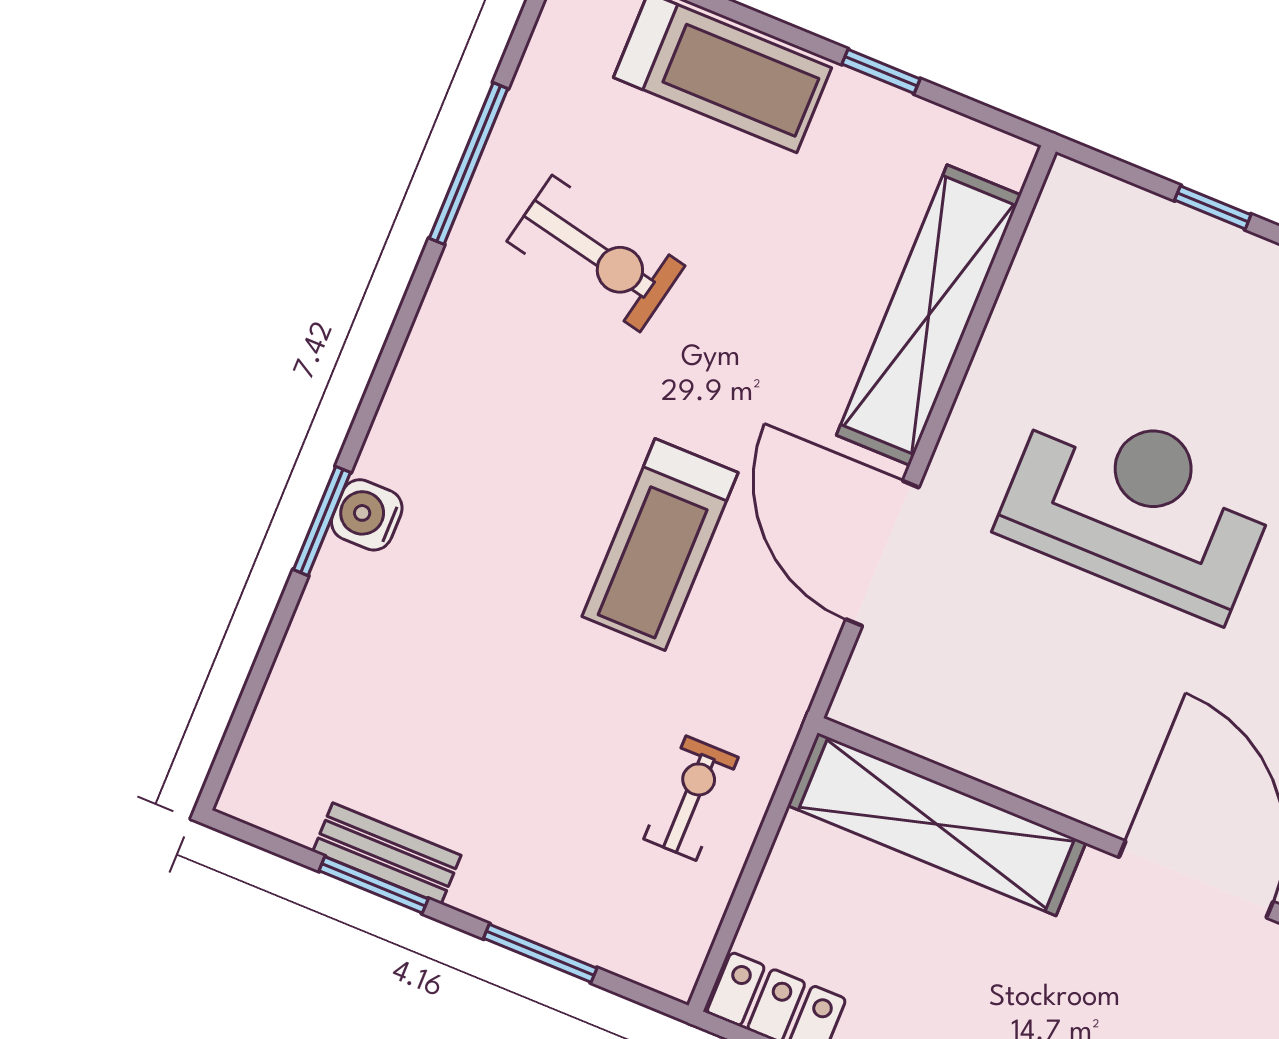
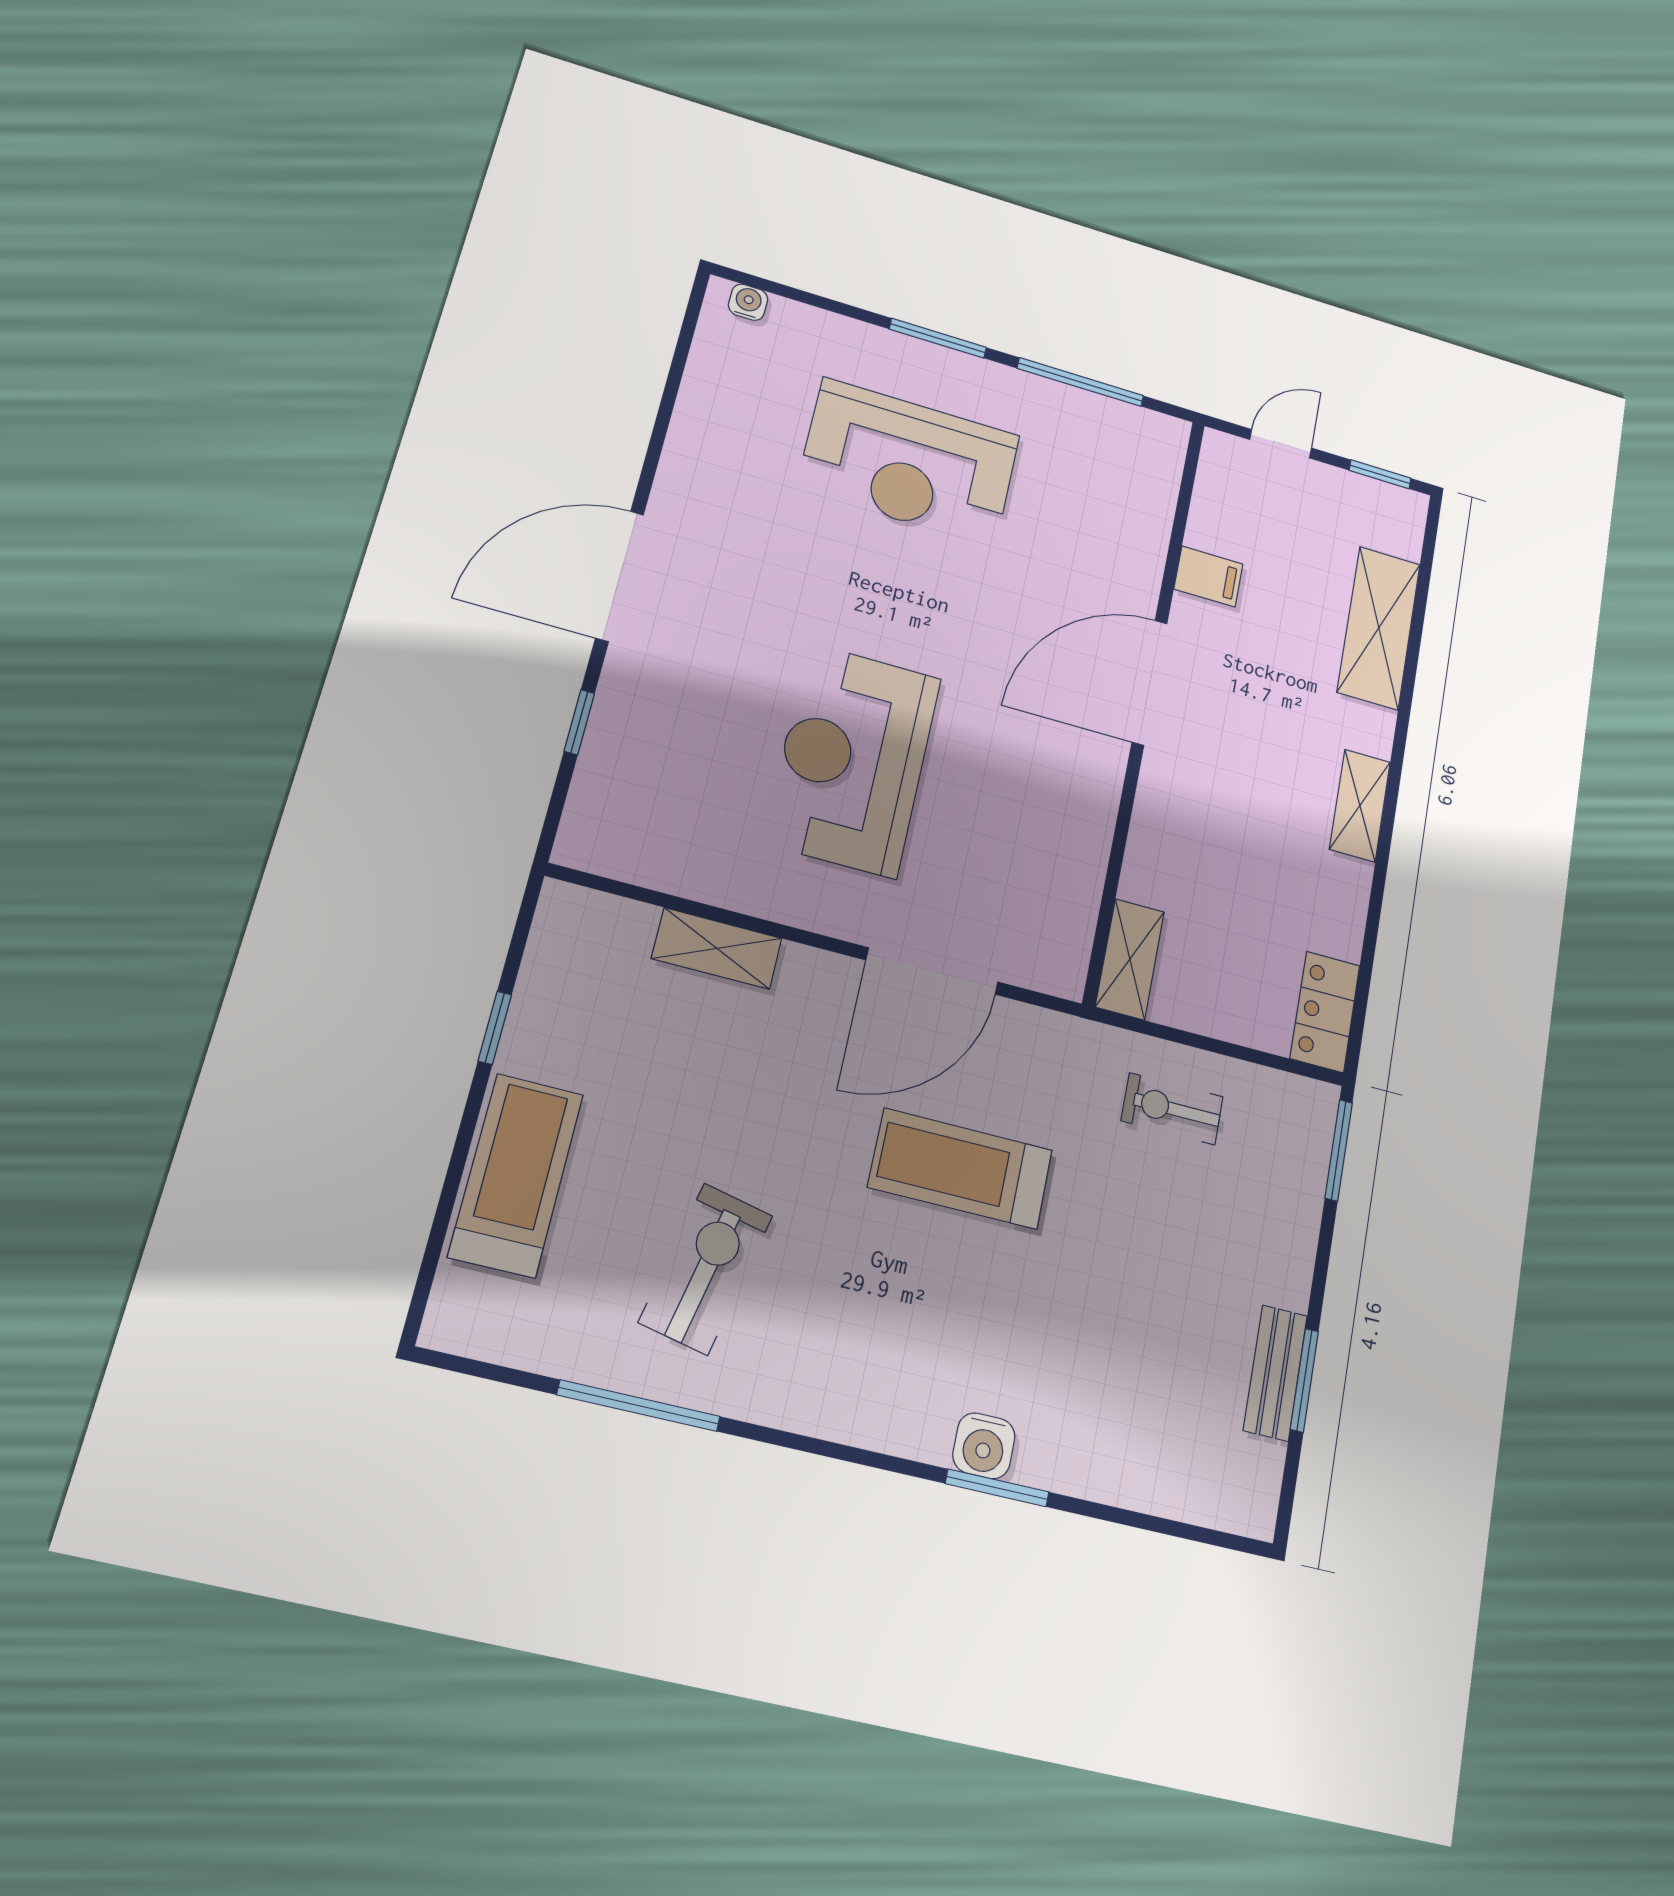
shelving: (929, 315) -> (717, 948), width x0.45, depth x0.75
treadmill: (660, 545) -> (961, 1169), turned 180
shelving: (937, 824) -> (1130, 959), width x0.45, depth x0.75
window: (540, 953) -> (1339, 1150), moved

